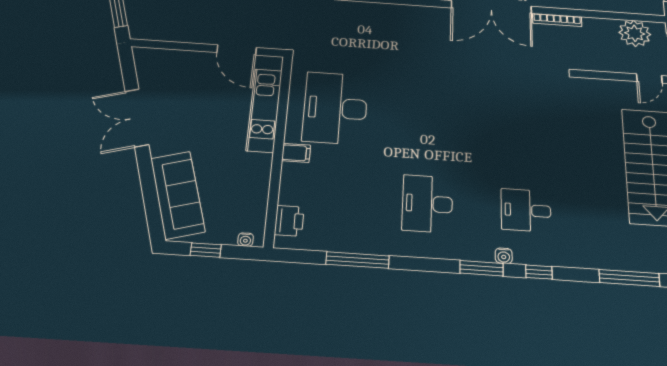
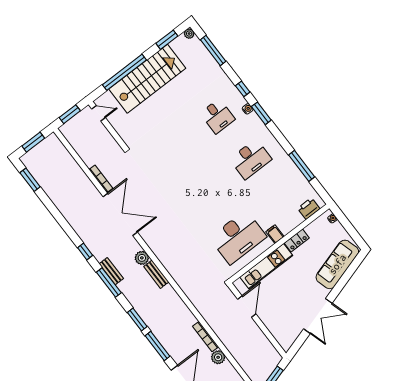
plant: (635, 33) -> (77, 138), removed
locker: (261, 172) -> (297, 240), added
window: (206, 250) -> (351, 230), removed

